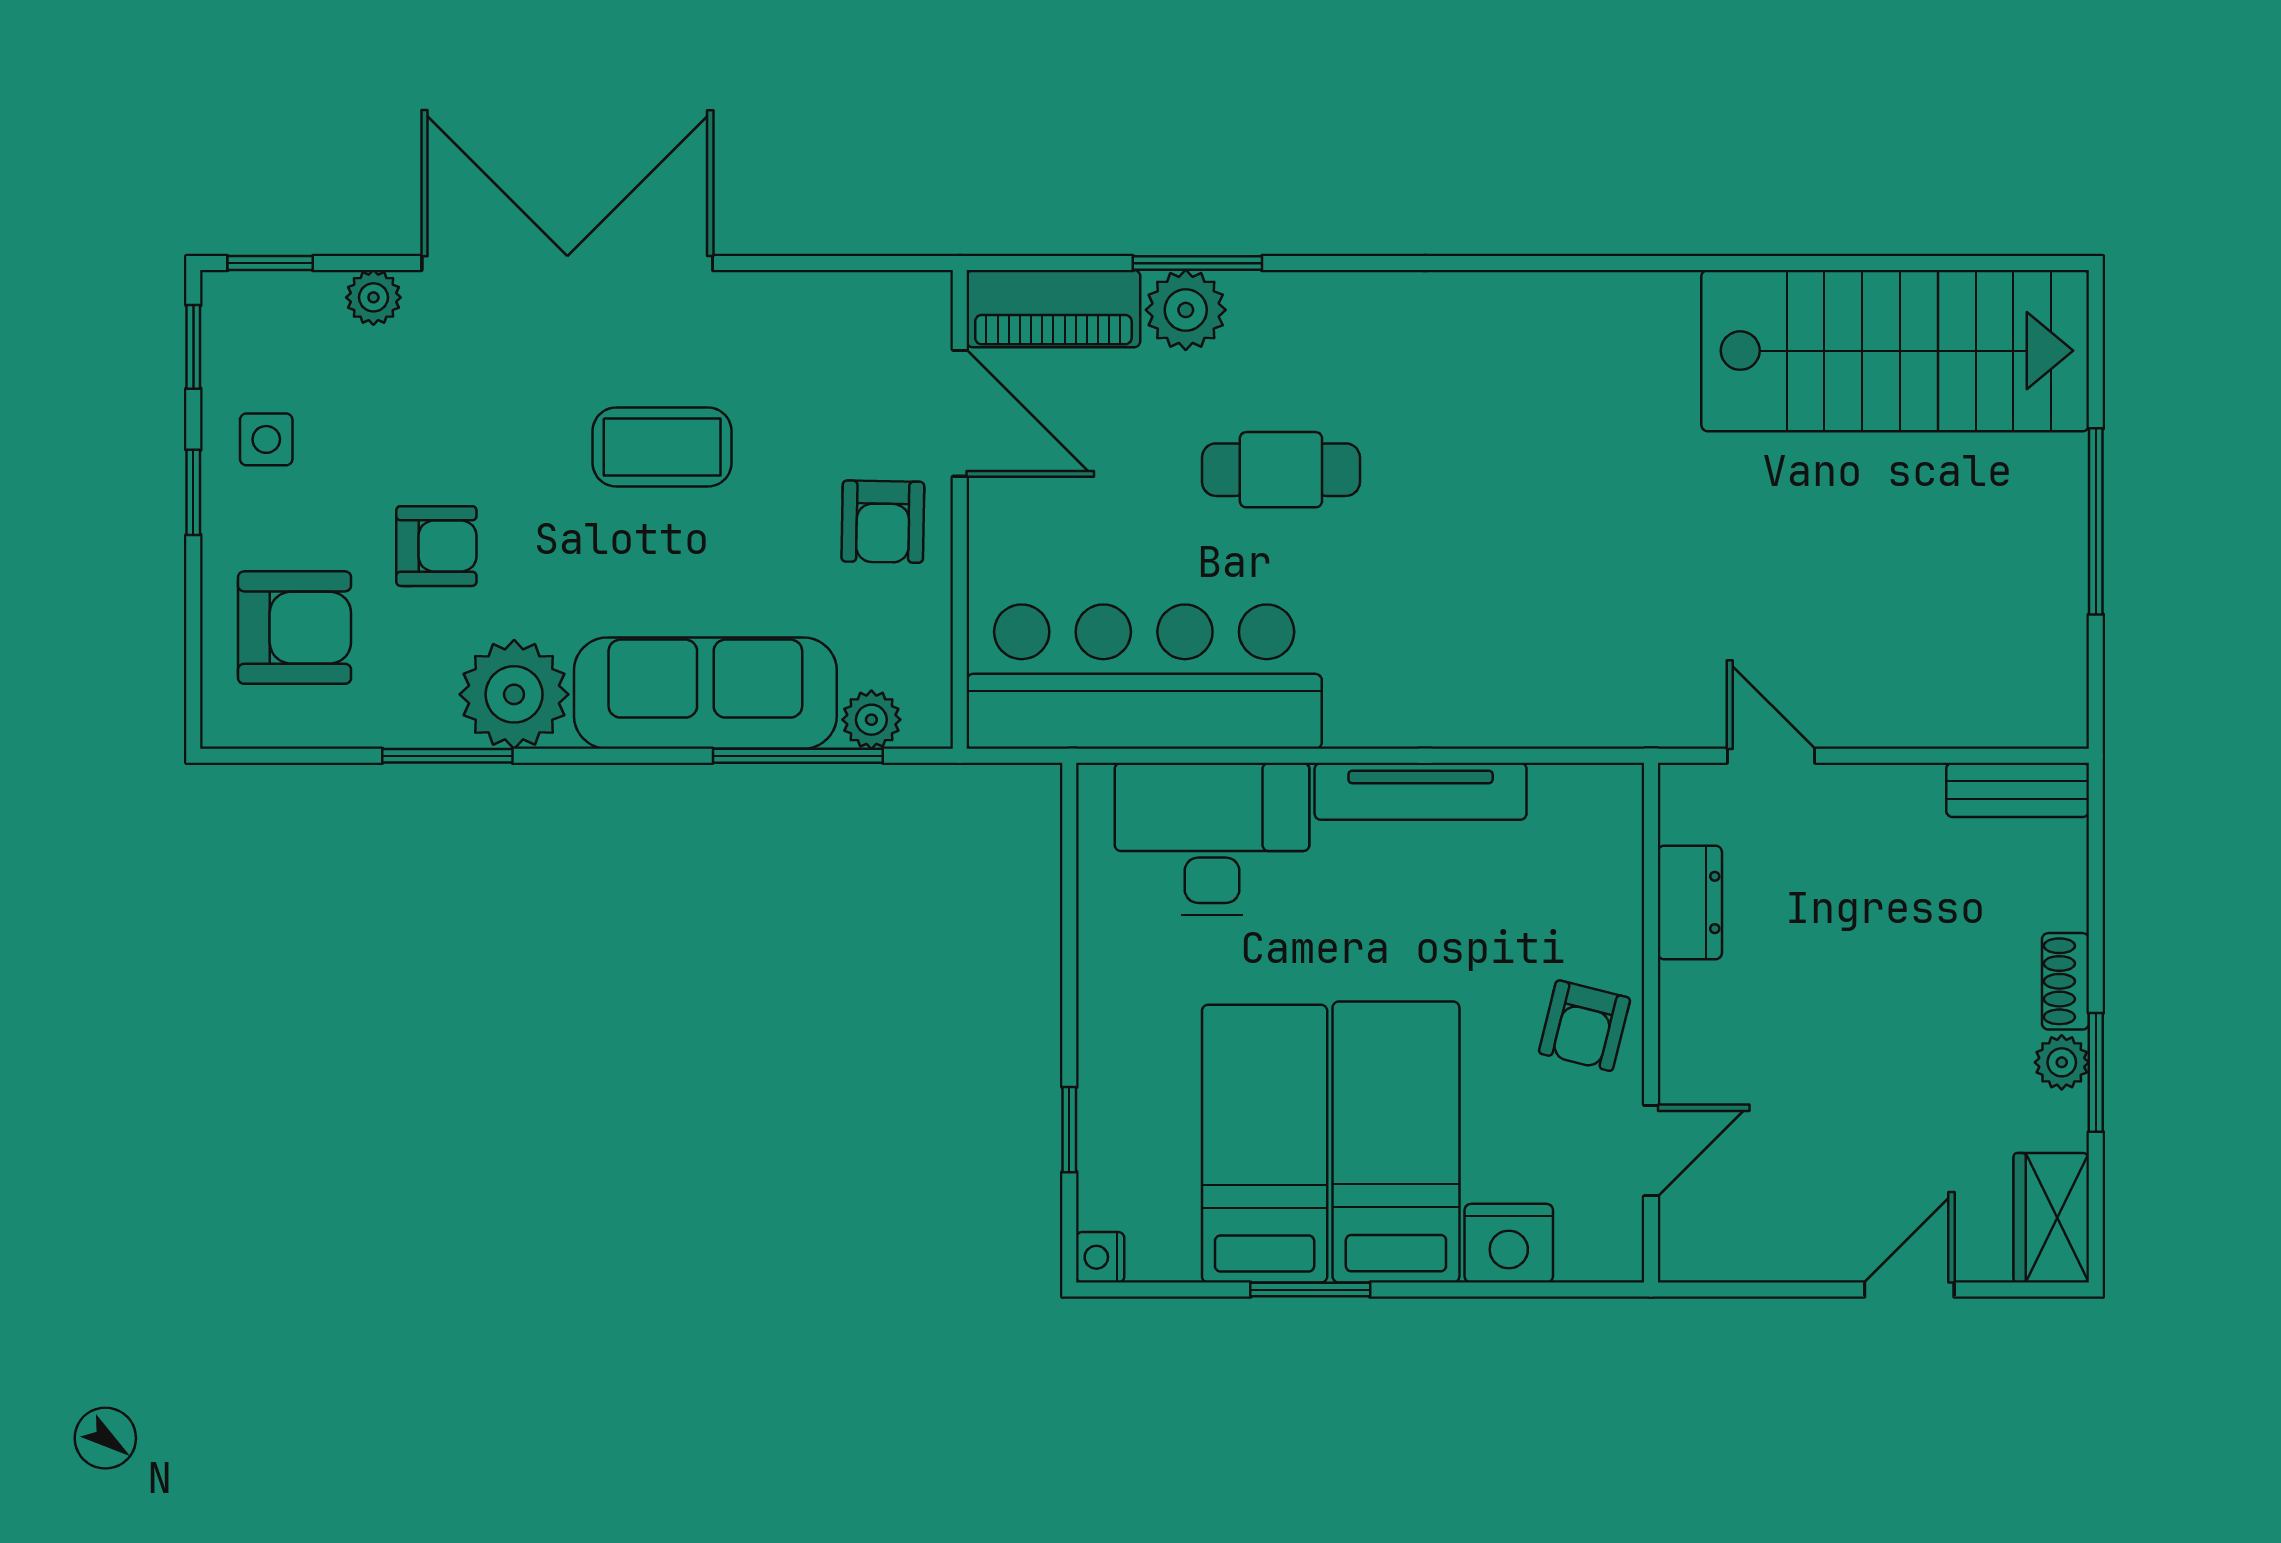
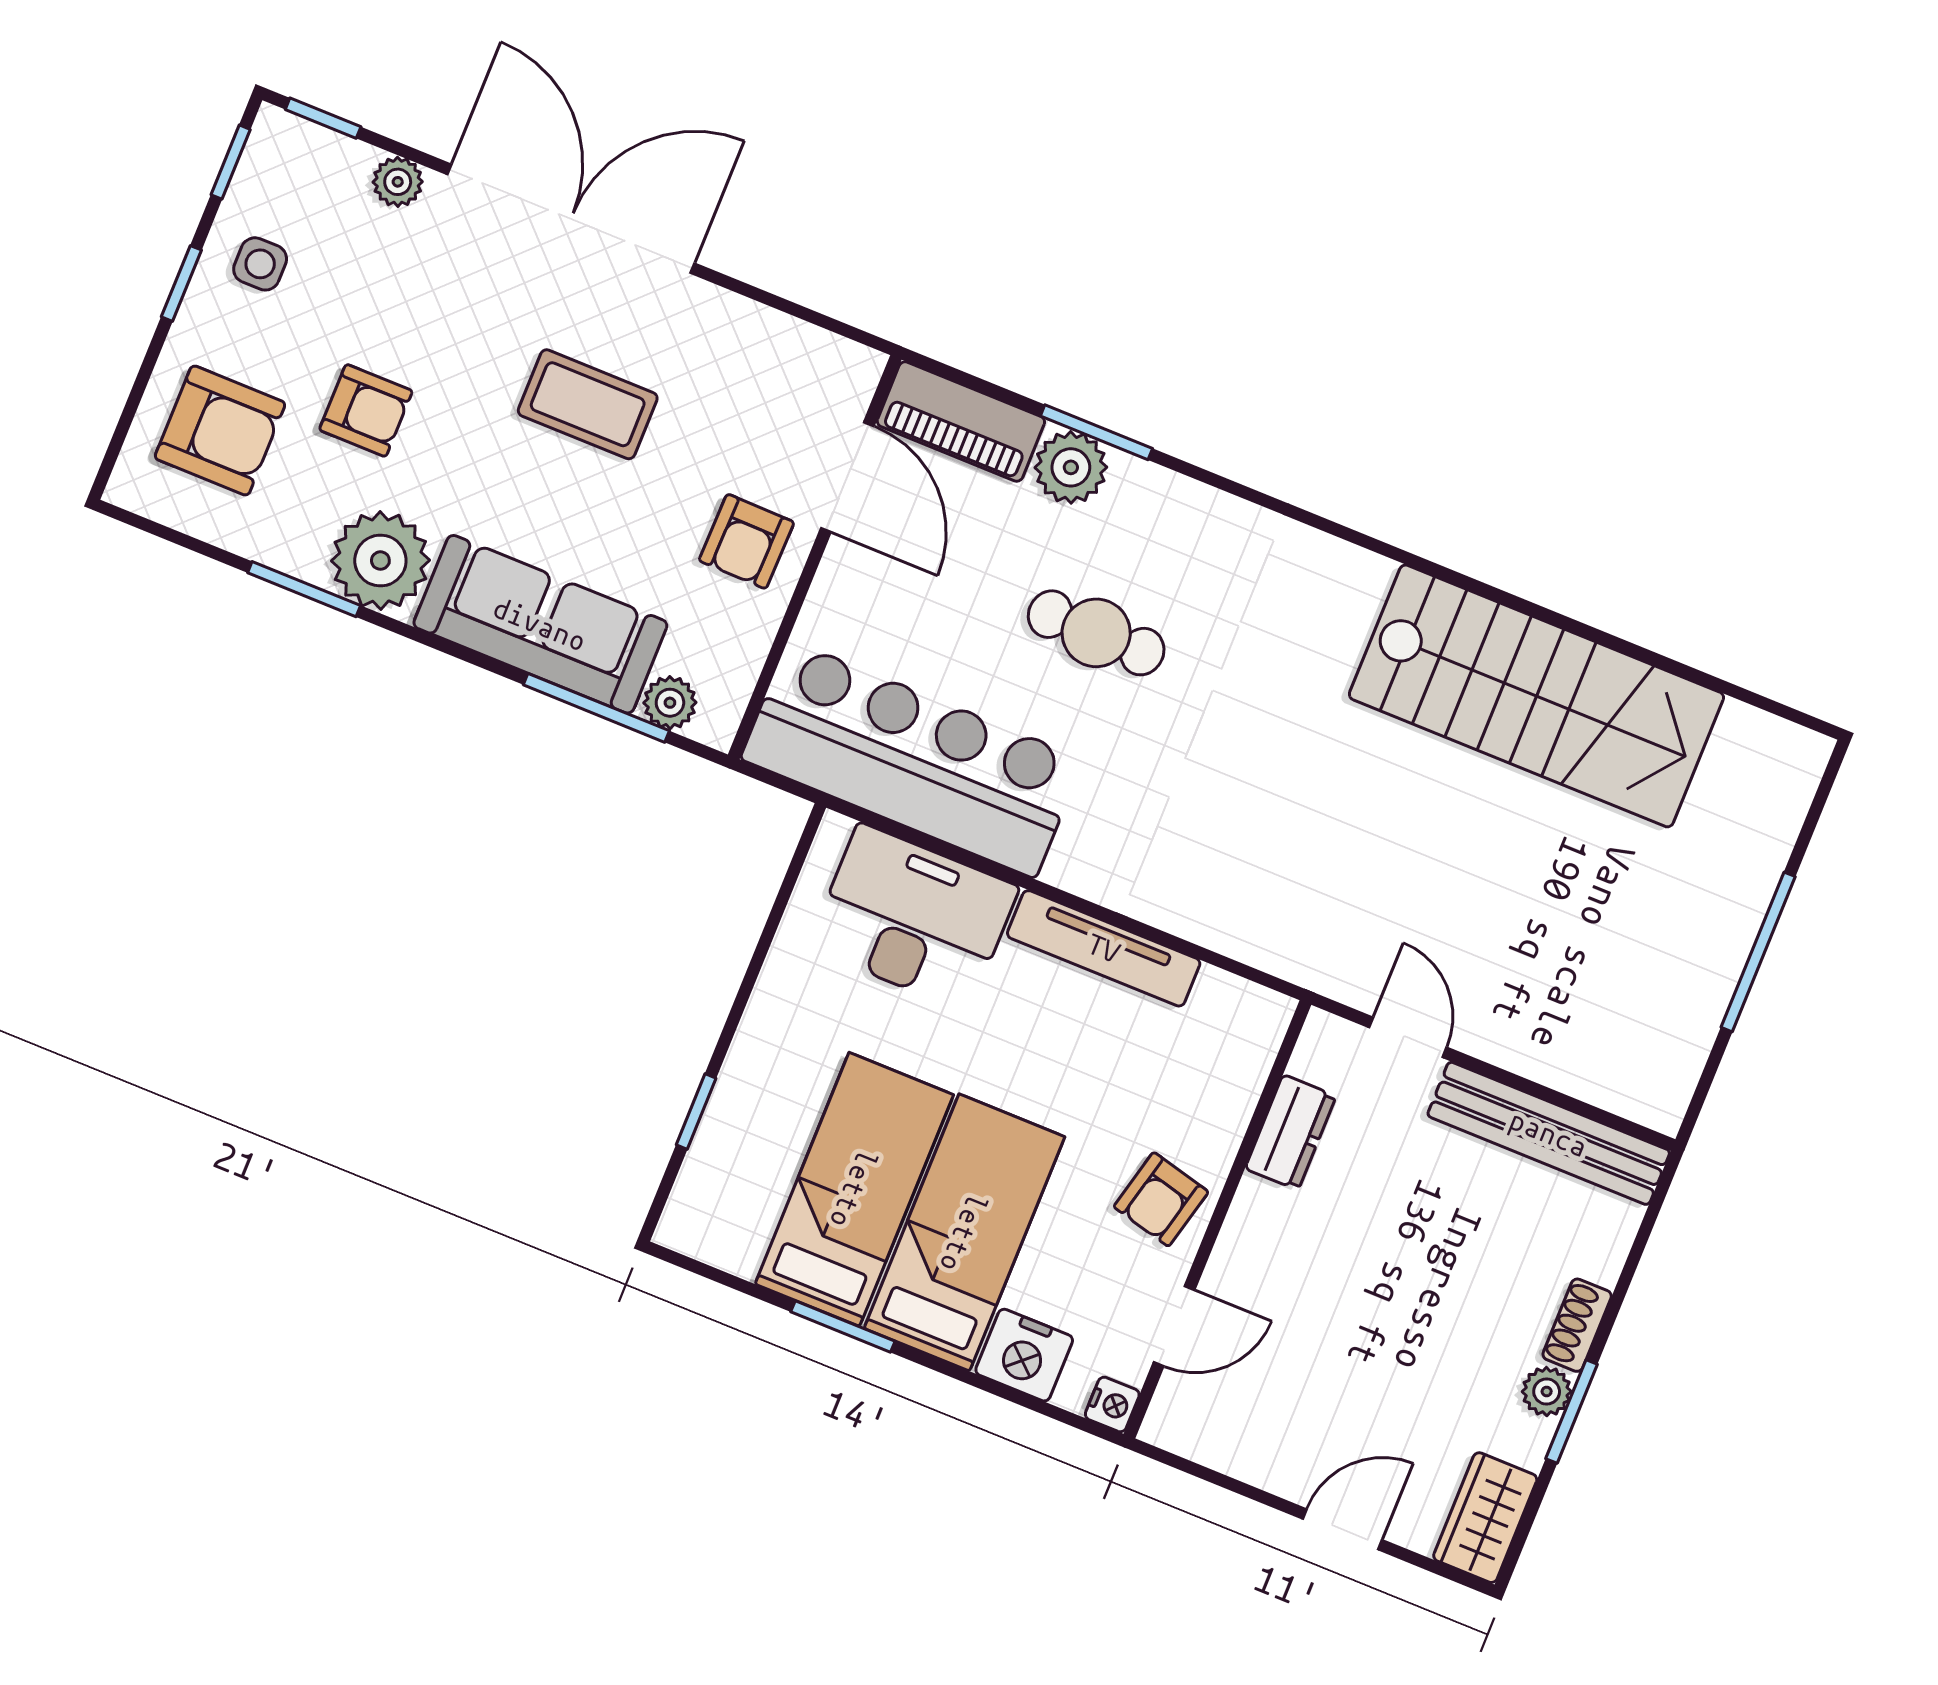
stairs: (1895, 351) -> (1536, 696), moved
bench: (2018, 790) -> (1549, 1133), width x1.86, depth x1.21
nightstand: (1100, 1257) -> (1112, 1404), moved, turned 180

